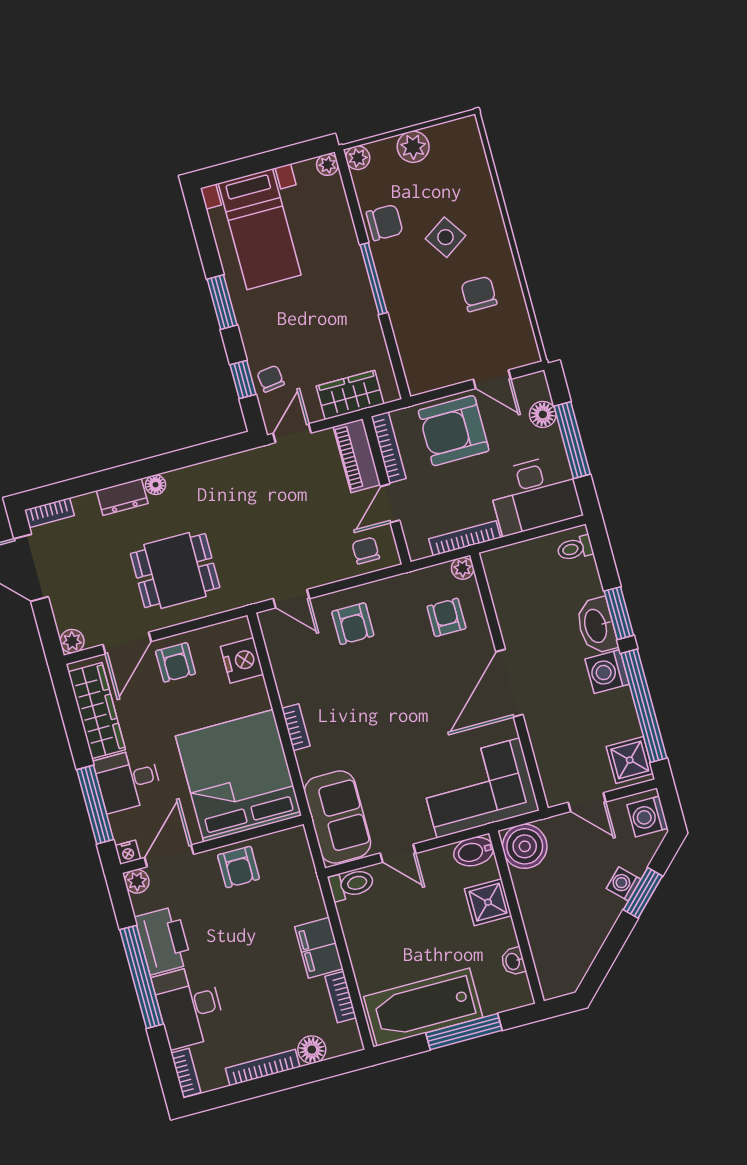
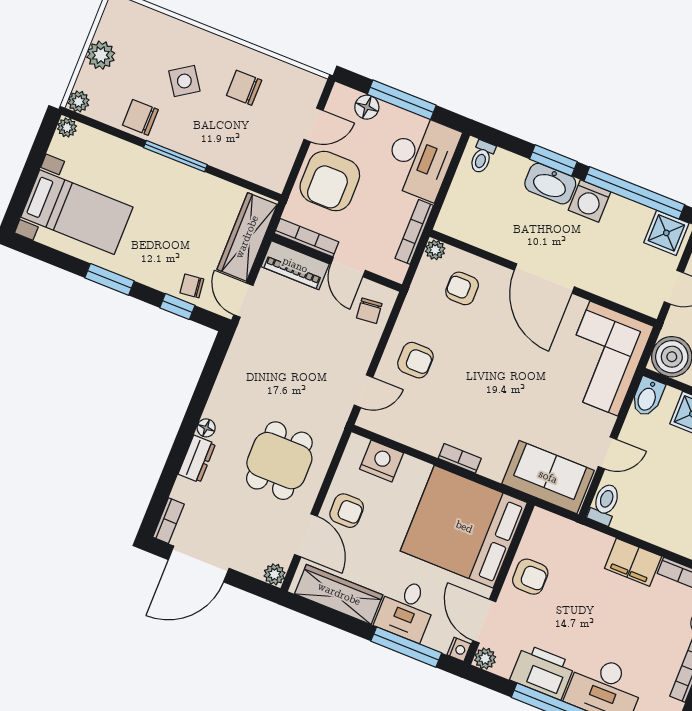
chair: (385, 223) -> (140, 117), turned -90
wardrobe: (350, 395) -> (247, 237), width x1.50
chair: (366, 551) -> (369, 311), turned -96

